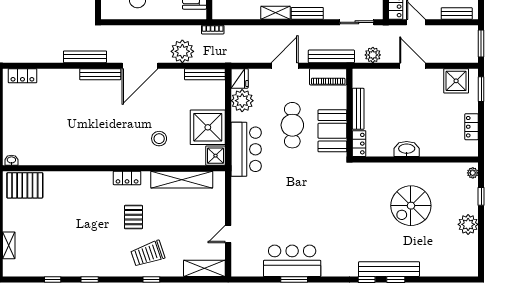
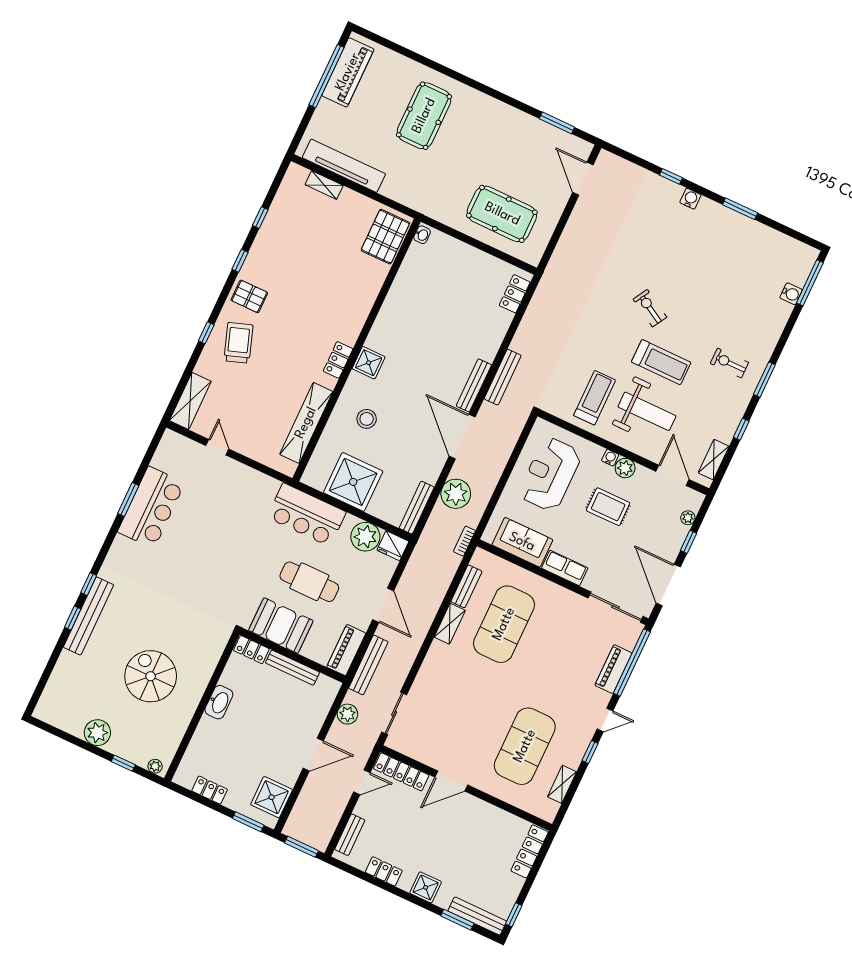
bench: (307, 13) -> (466, 586), moved
shower: (215, 156) -> (369, 363), moved
pallet: (133, 217) -> (249, 296), moved

